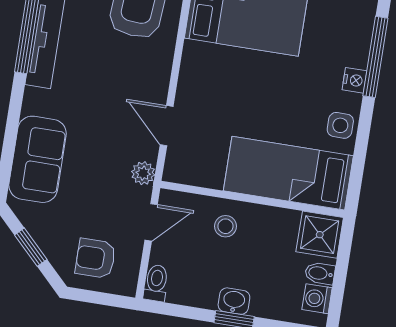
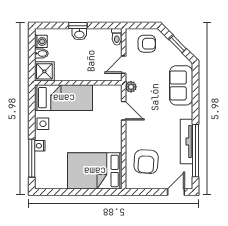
stool: (225, 226) -> (89, 68), removed

